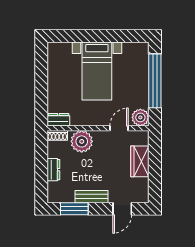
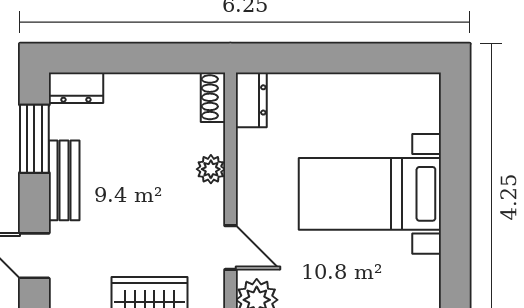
plant: (82, 141) -> (211, 169), width x0.53, depth x0.53
dresser: (53, 170) -> (76, 88), moved

